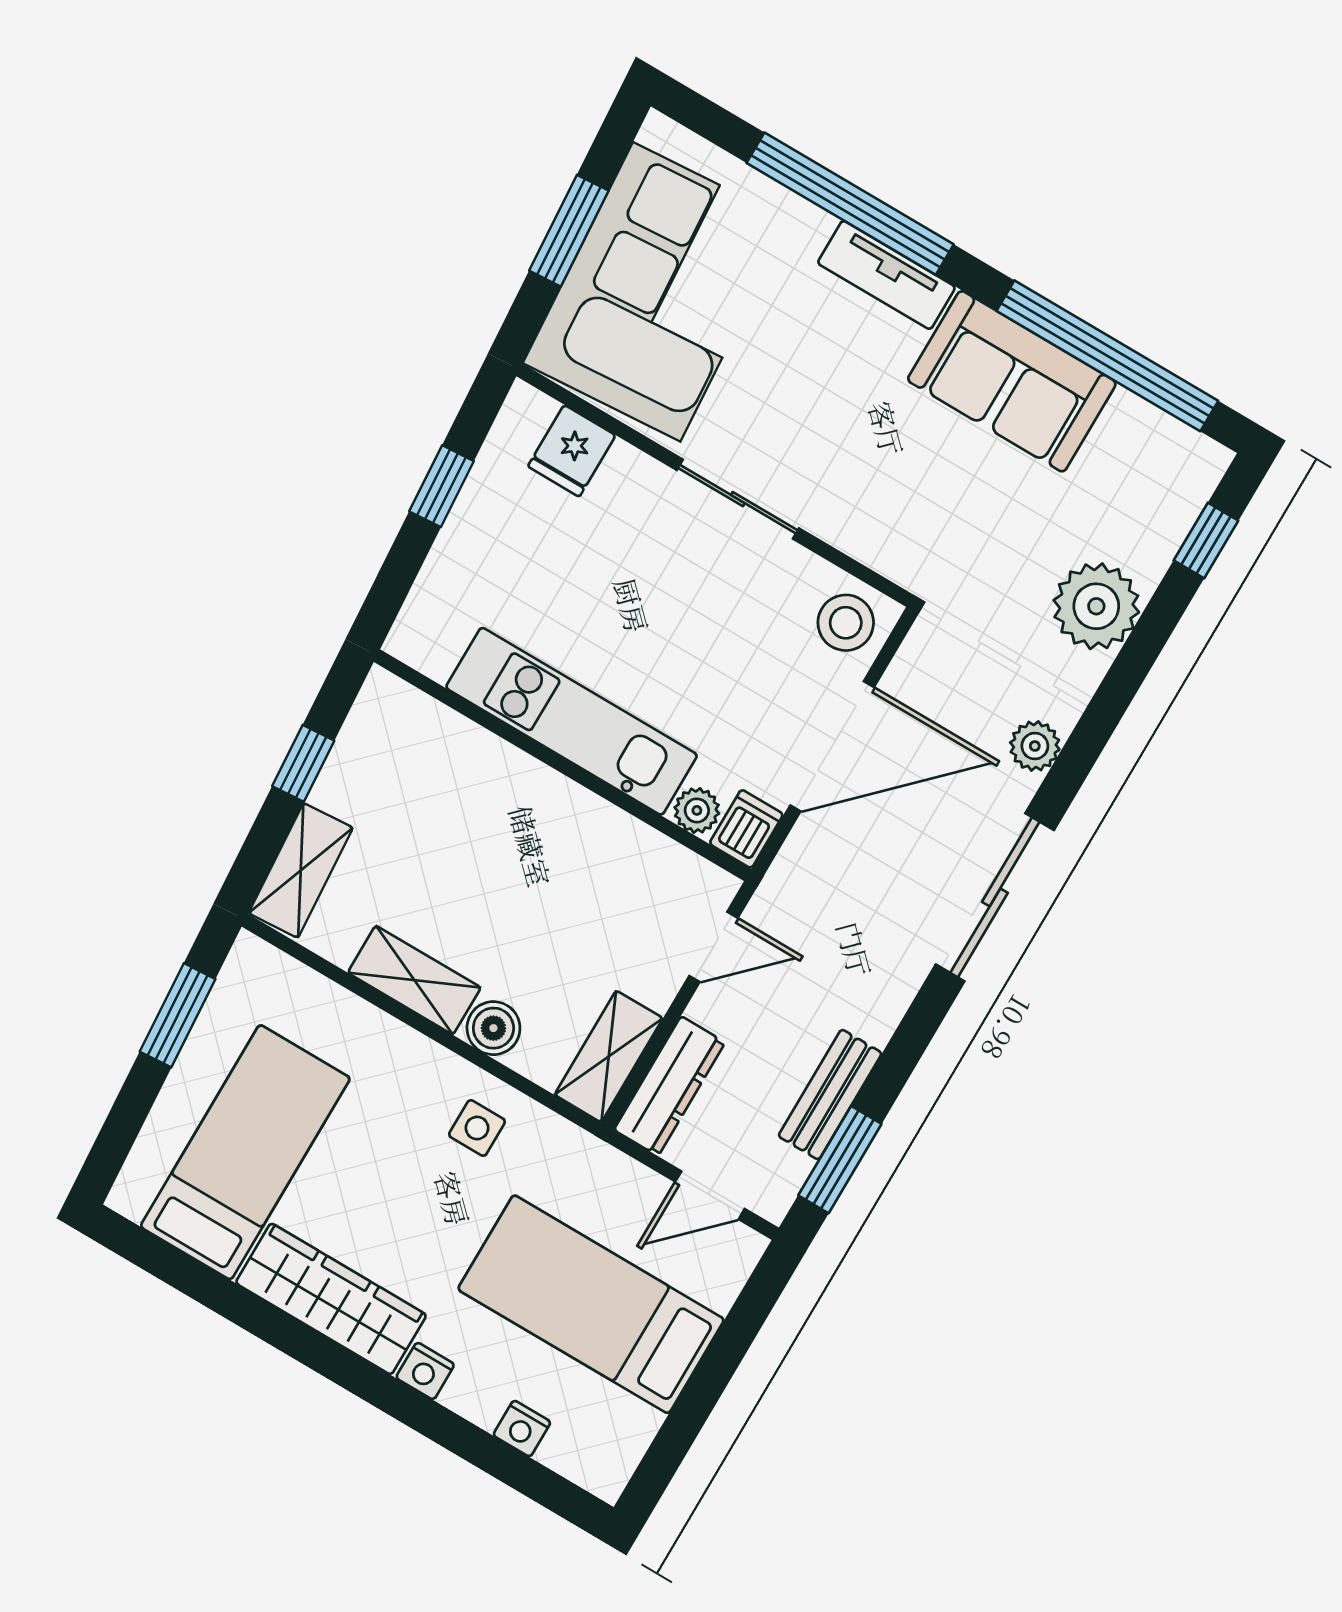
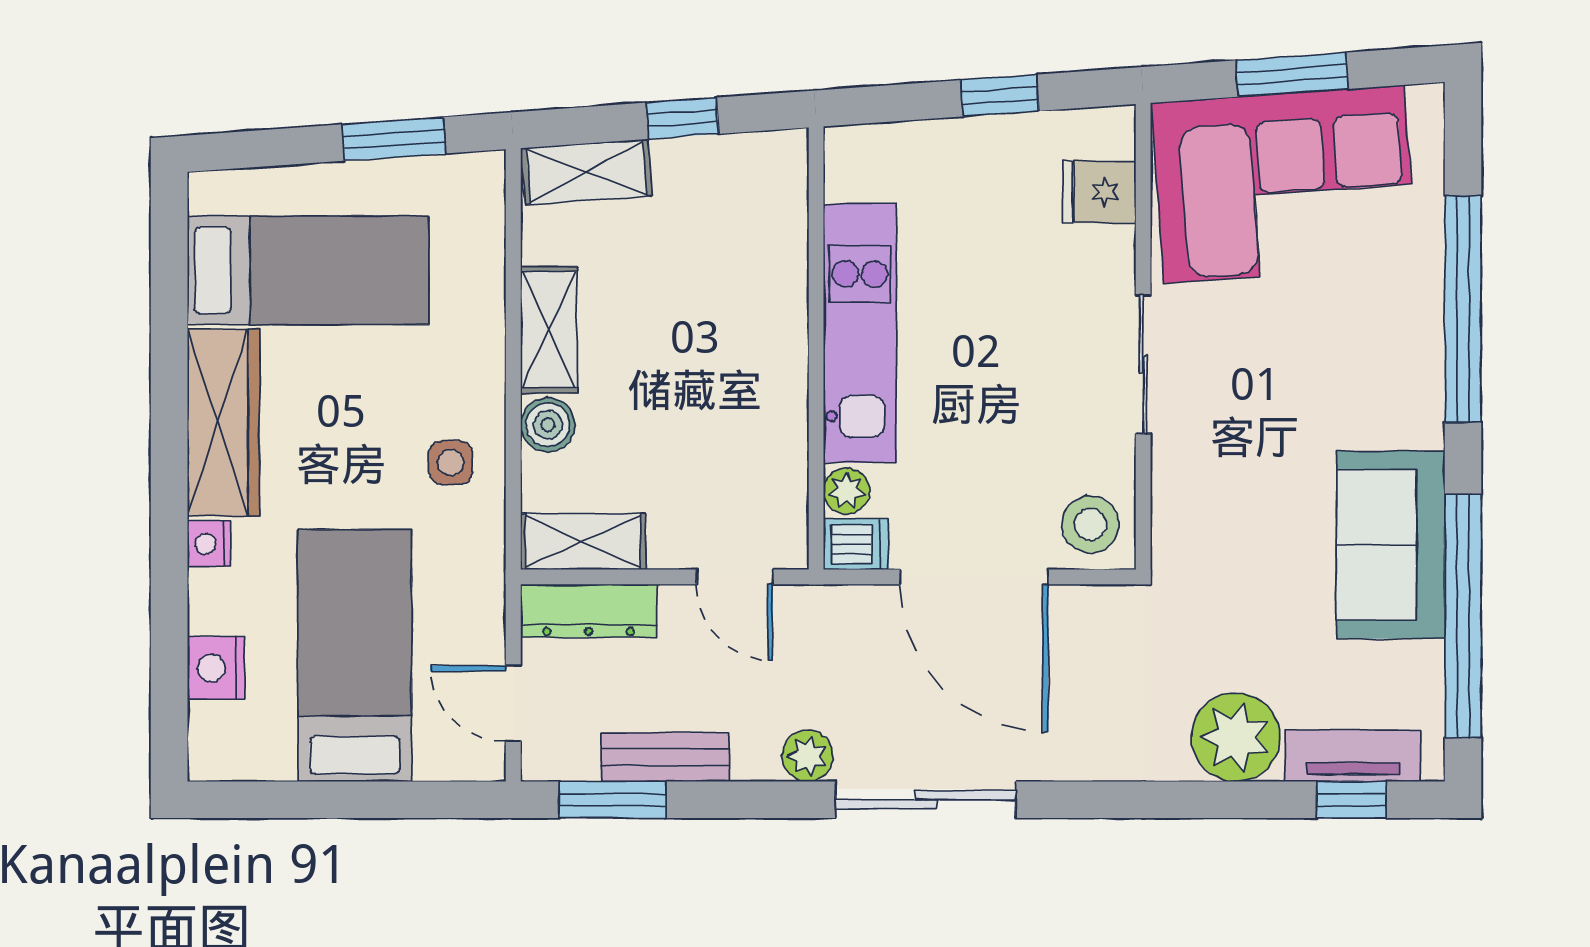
tv unit: (886, 275) -> (1353, 756), moved, turned 90
plant: (1035, 746) -> (808, 756), moved
nightstand: (522, 1429) -> (216, 668), width x1.39, depth x1.35

